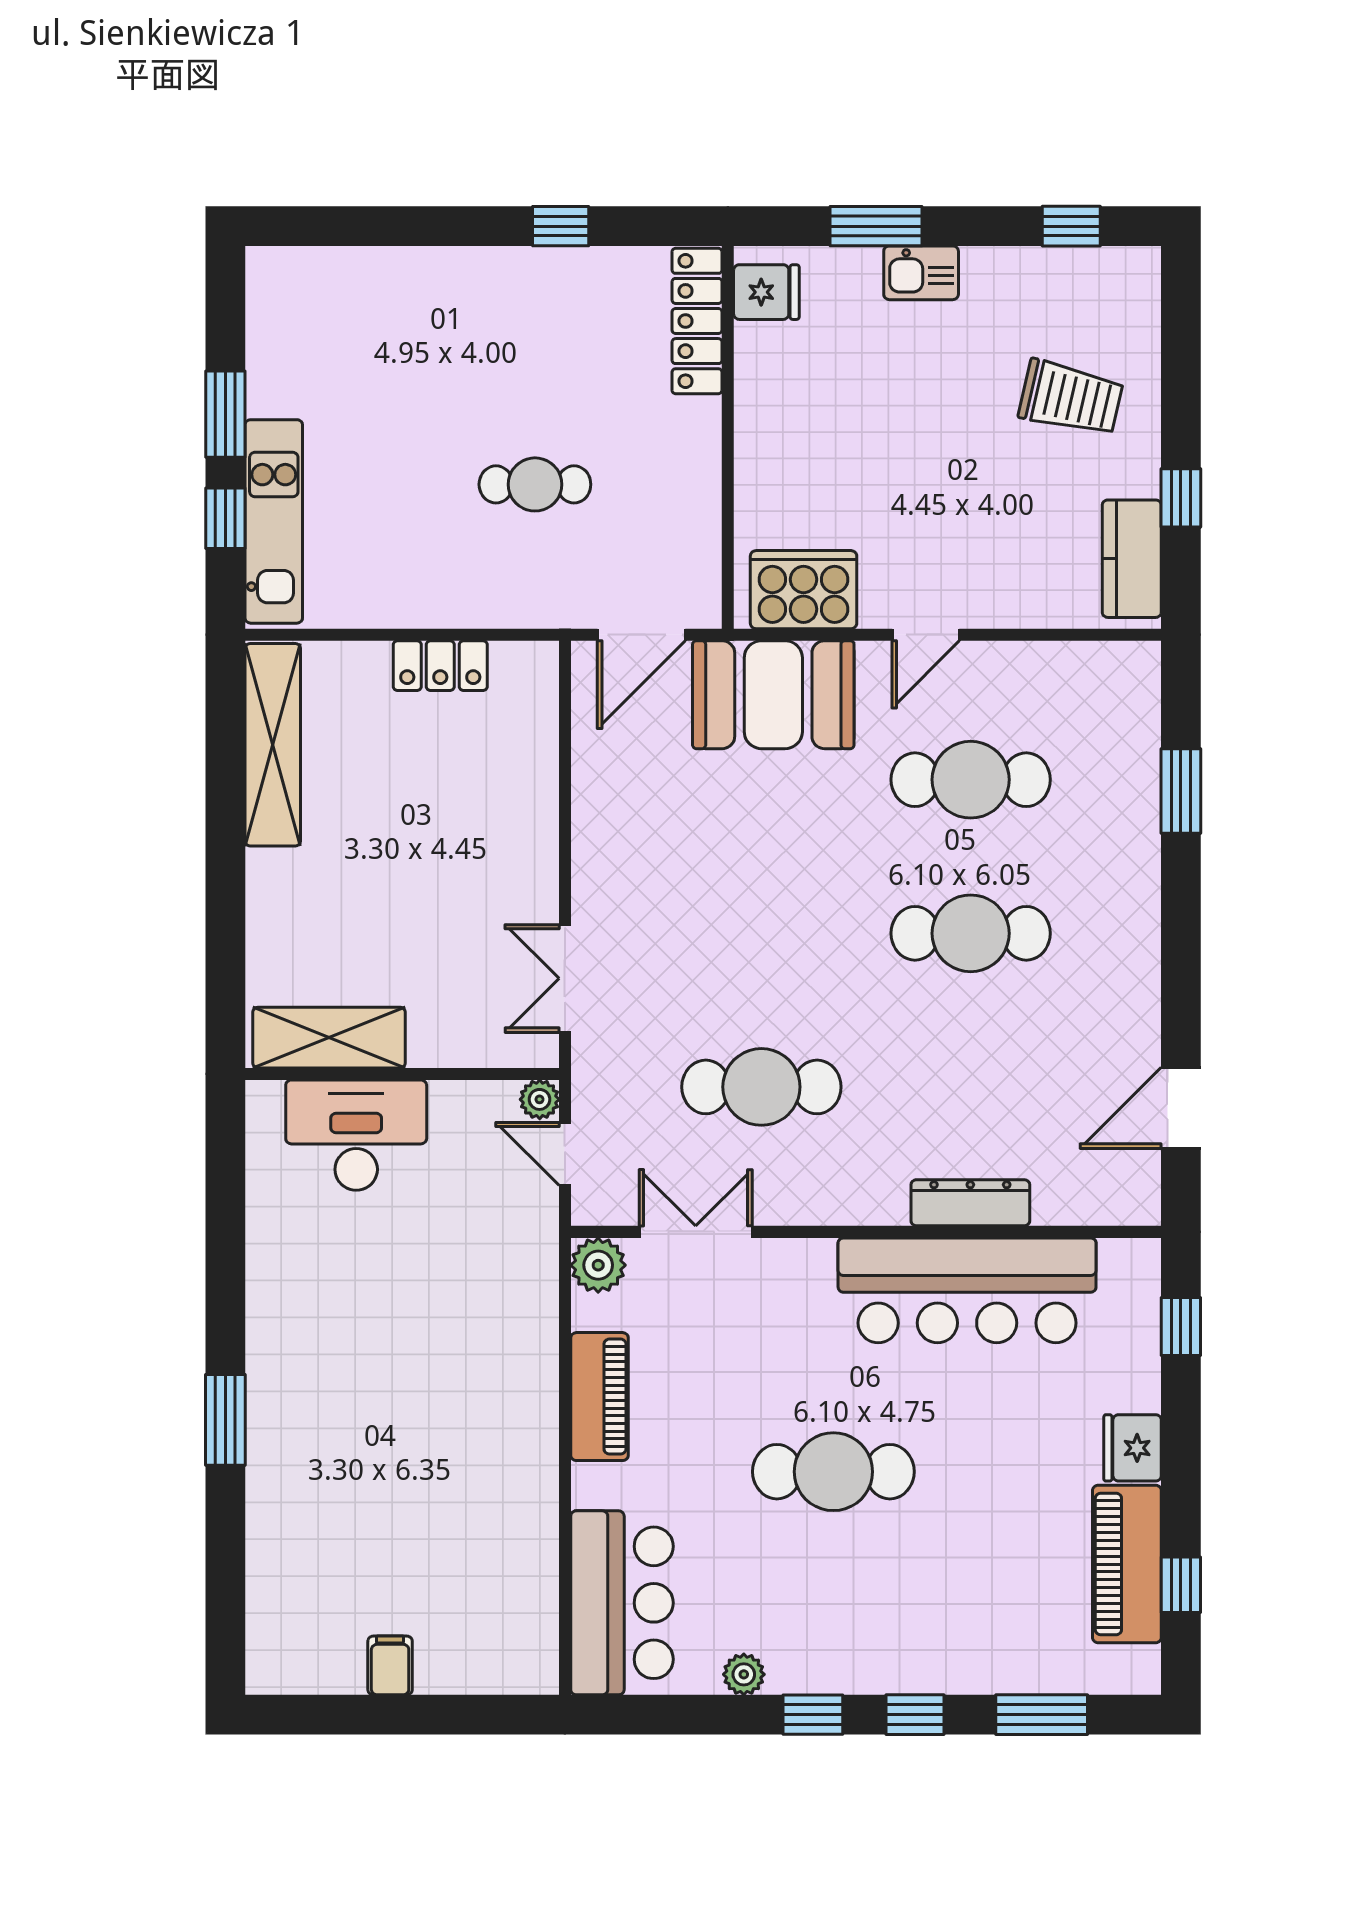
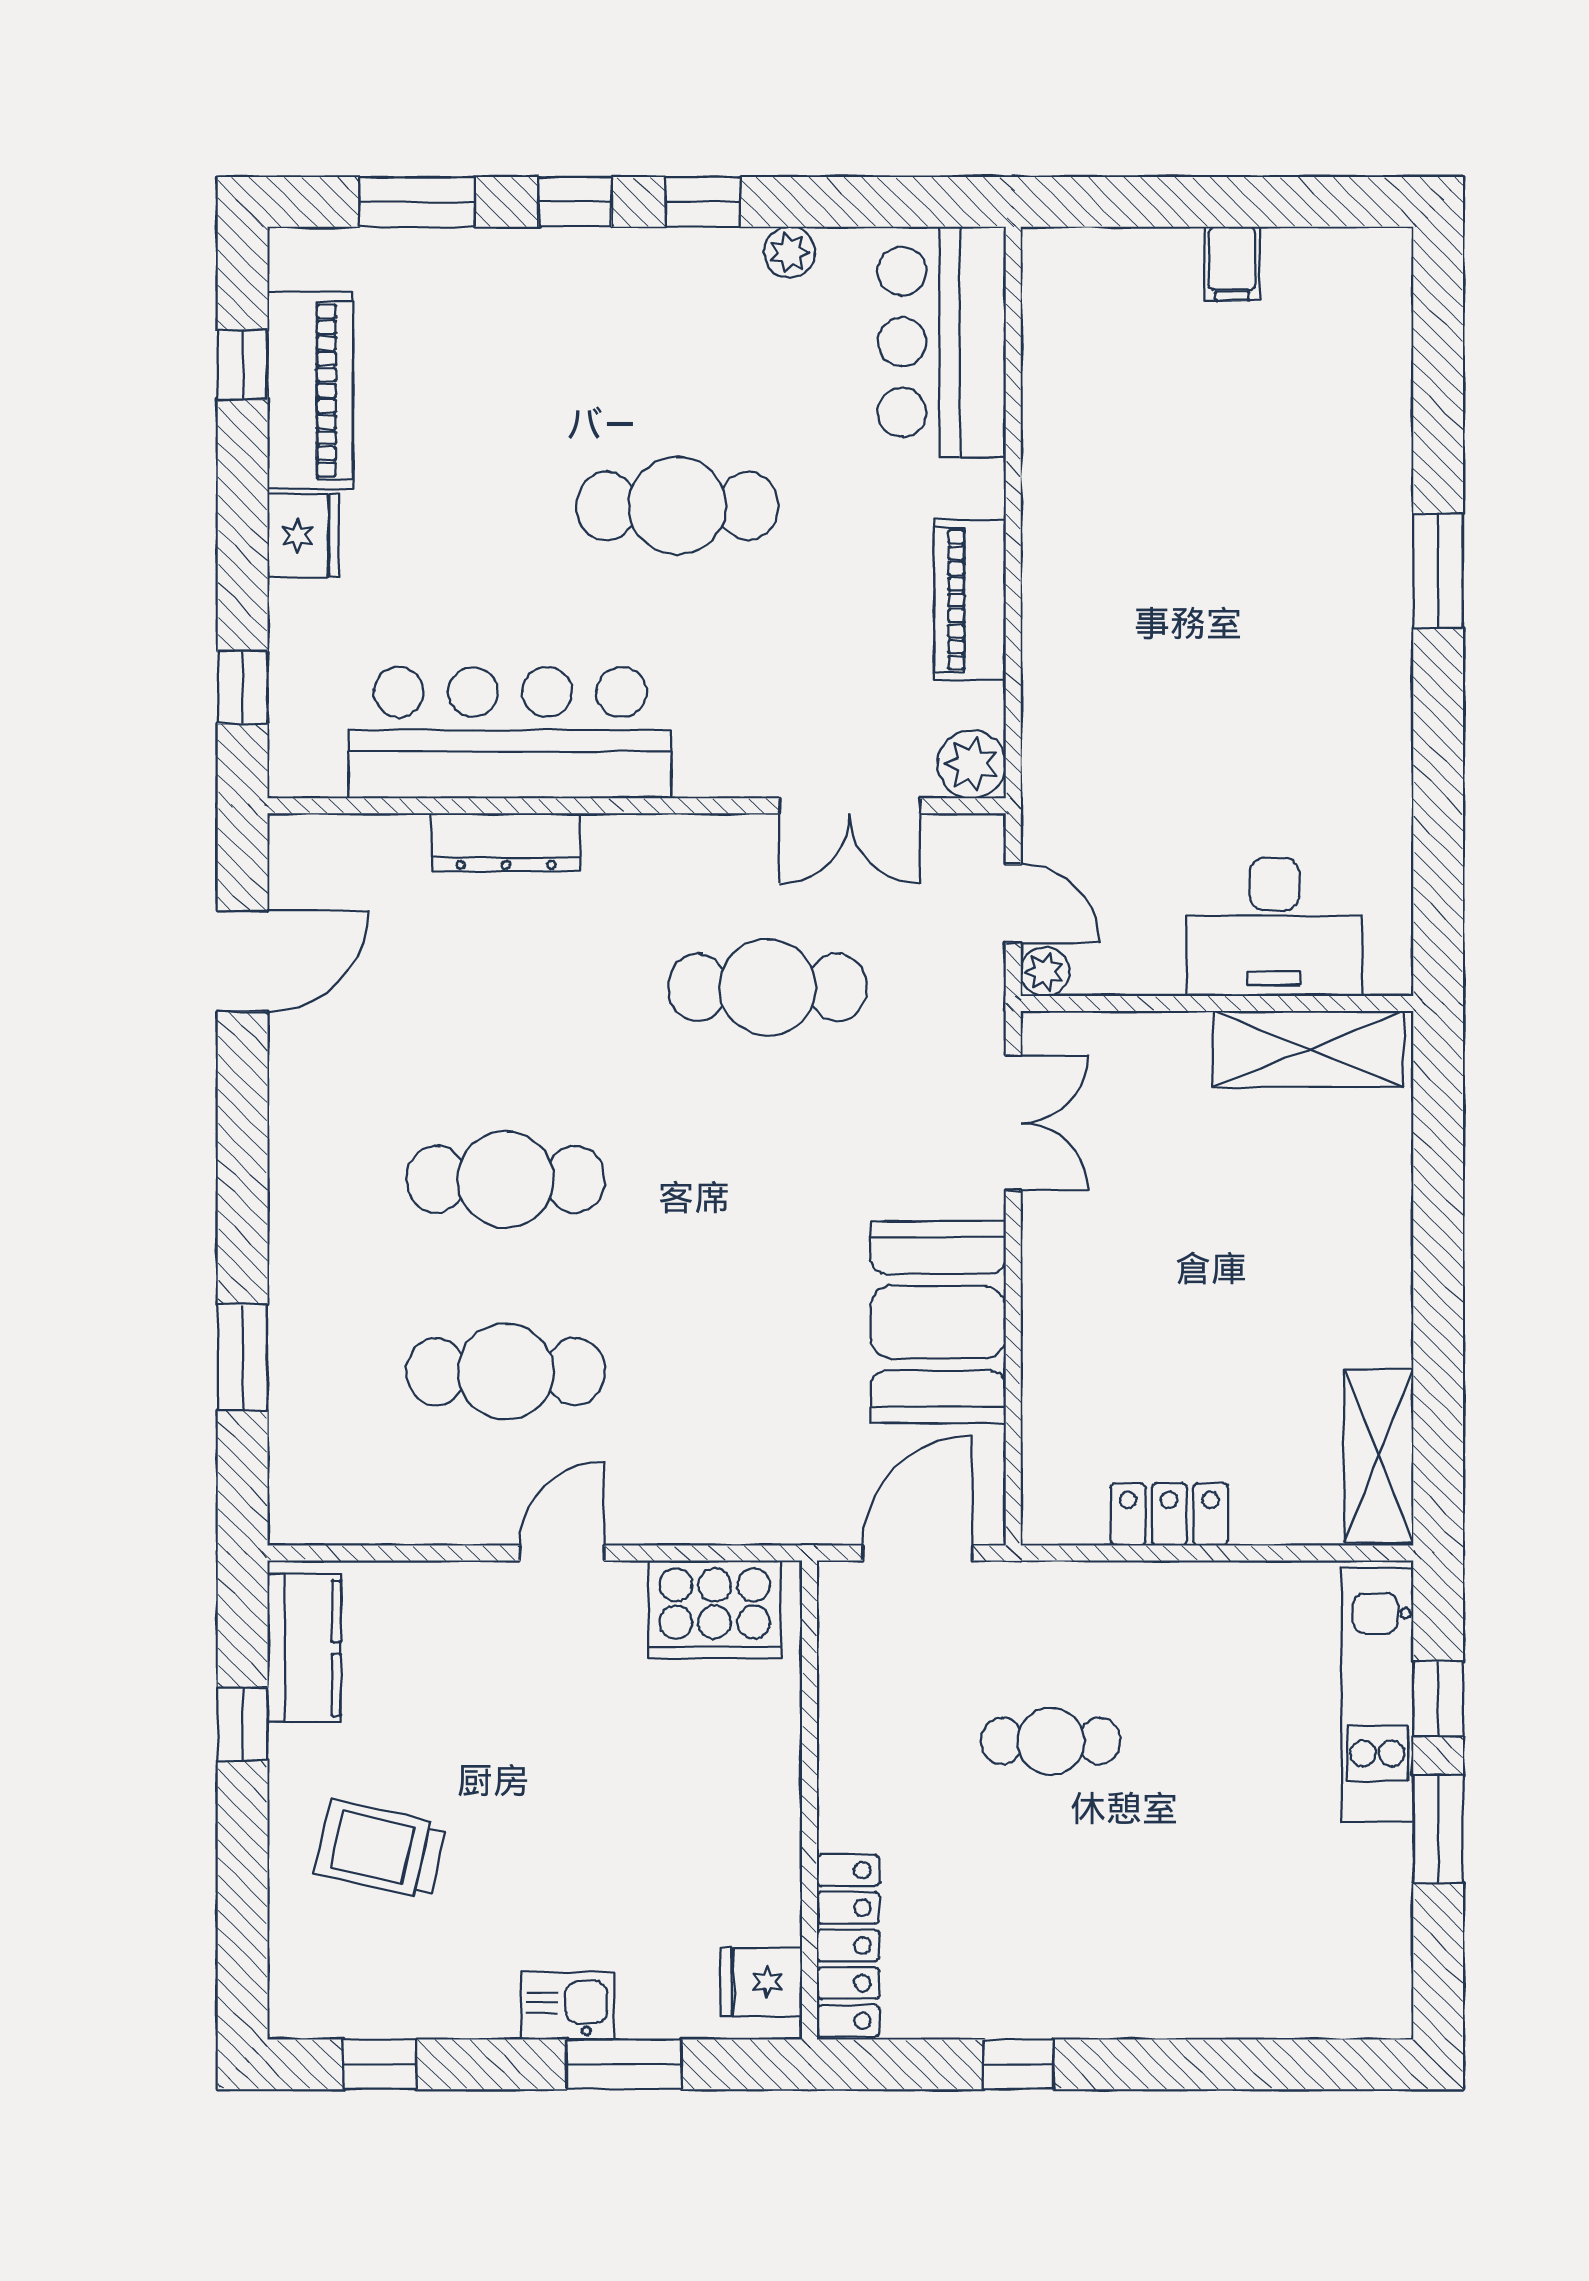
booth: (773, 695) -> (938, 1322), moved, turned 90
shelving: (273, 745) -> (1379, 1456), width x0.68

